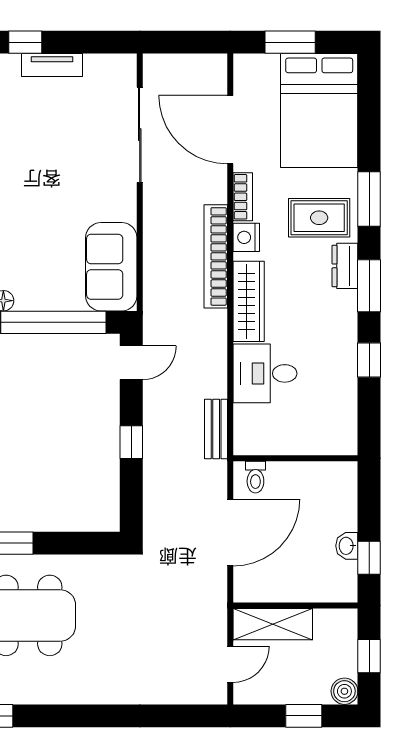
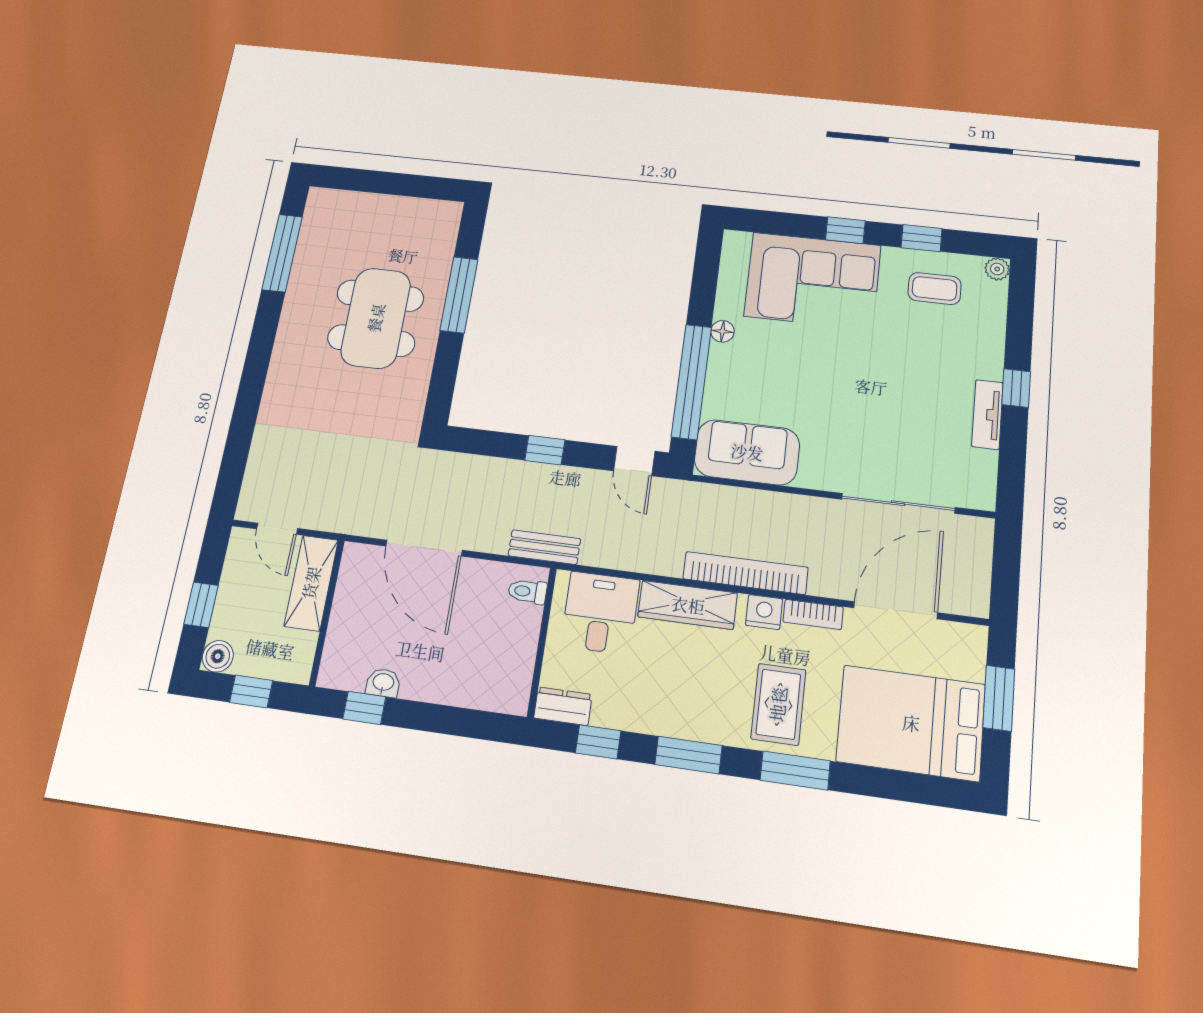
dresser: (345, 266) -> (563, 706), moved
wall: (295, 458) -> (542, 642), moved
toilet: (255, 477) -> (527, 592), moved

